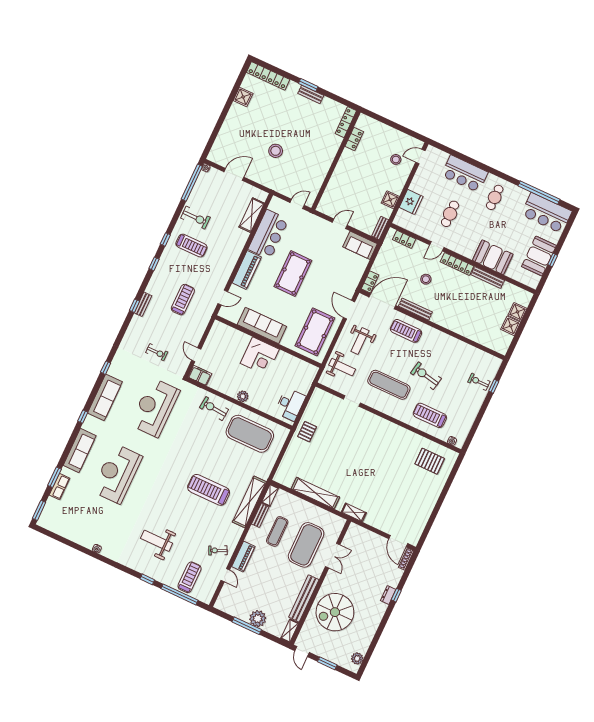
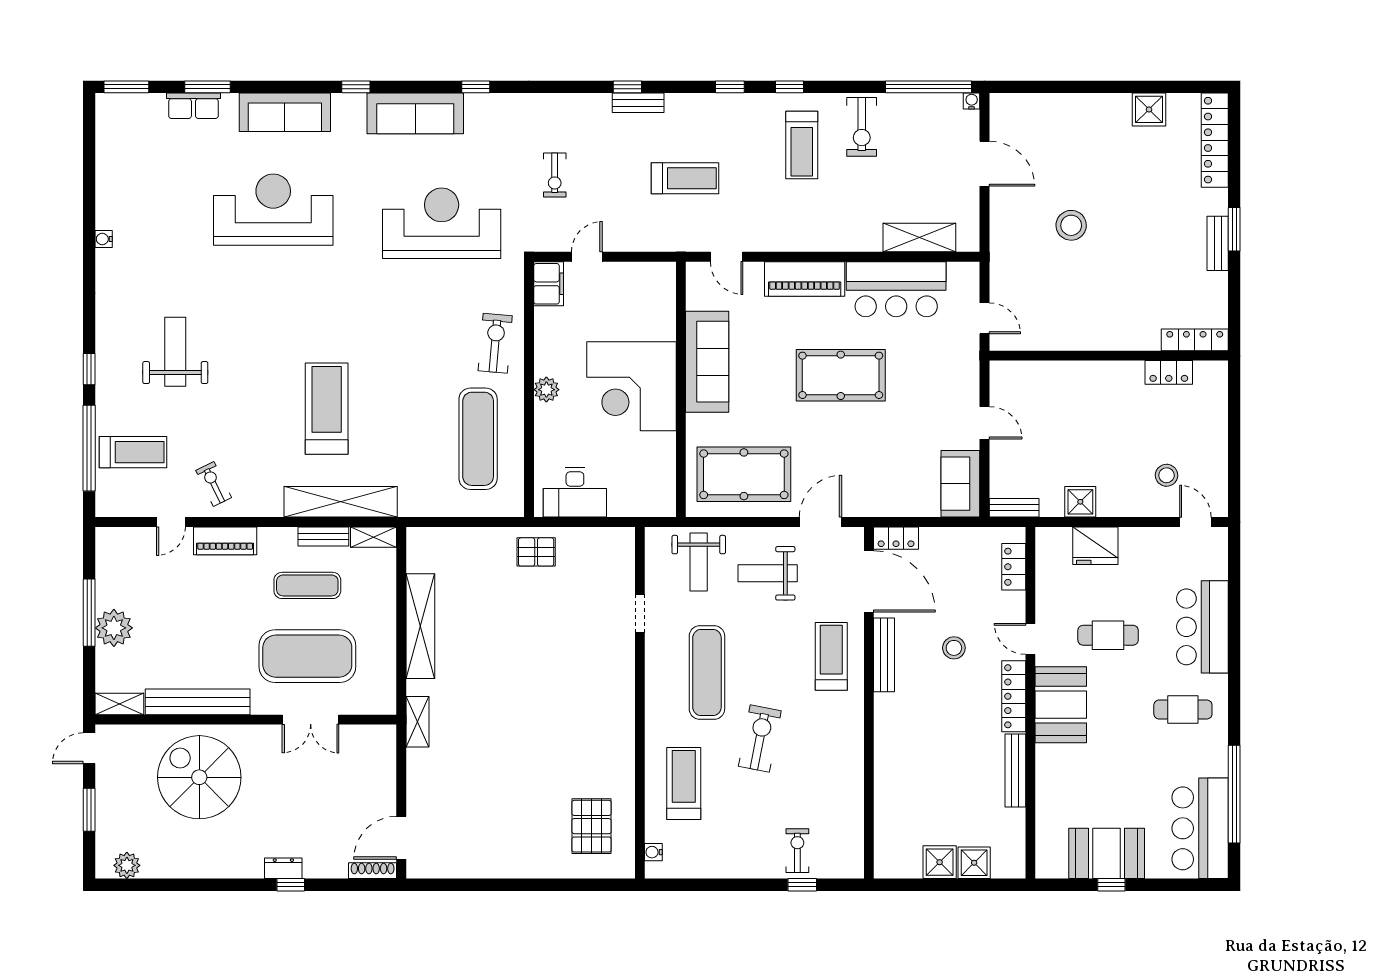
booth: (493, 257) -> (1061, 705), moved
corner desk: (260, 356) -> (631, 386), width x1.36, depth x1.36
exercise mat: (250, 434) -> (478, 439), width x0.68

